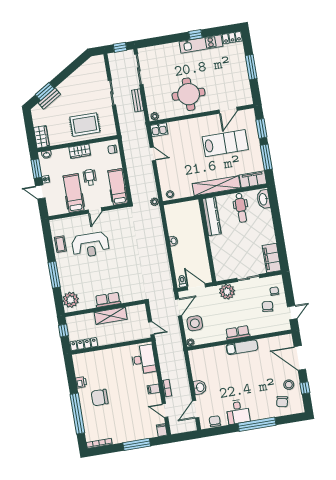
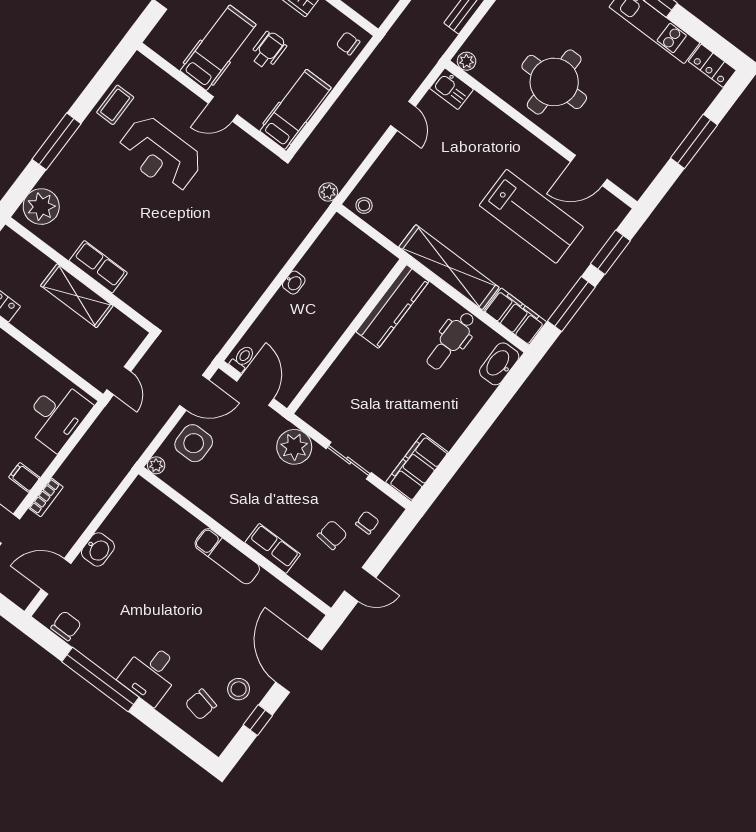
row of seats: (238, 333) -> (273, 548), moved
desk: (238, 412) -> (150, 674), moved
window: (257, 424) -> (100, 679), moved

